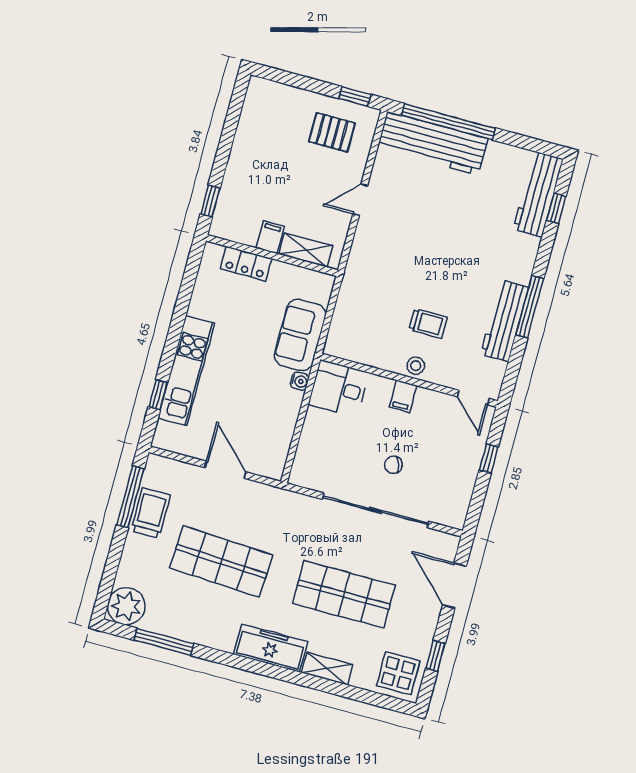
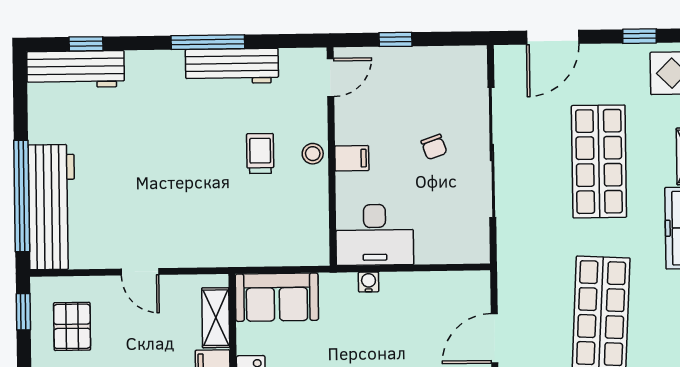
sofa: (300, 335) -> (277, 297), moved
desk: (338, 389) -> (375, 235), width x1.37

